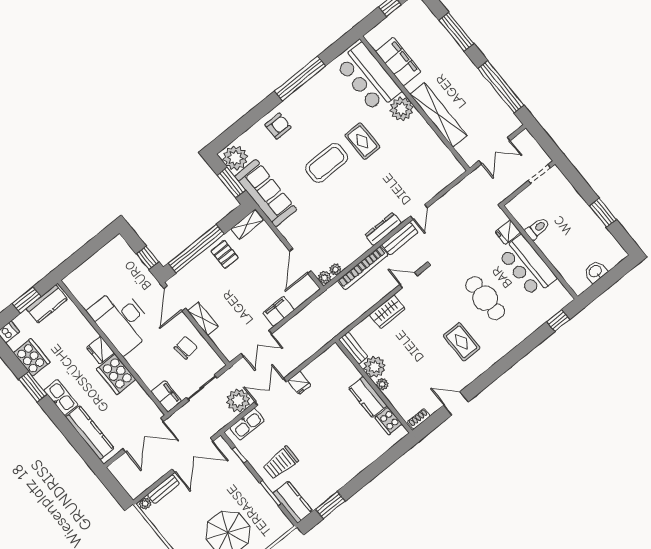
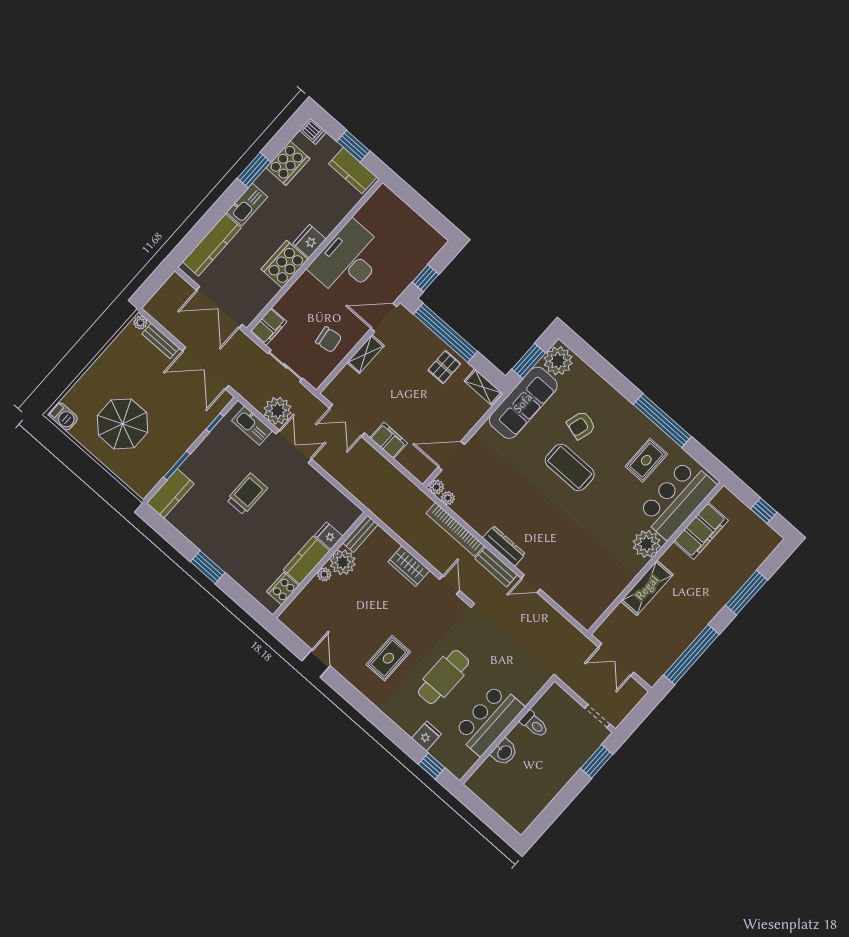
shelving: (438, 115) -> (647, 588), width x0.68
armchair: (278, 126) -> (581, 425), moved, turned 106
rug: (362, 141) -> (646, 460), moved
window: (603, 213) -> (597, 761), moved
fridge: (508, 232) -> (426, 736), moved, turned 90
washbasin: (595, 272) -> (504, 752), moved, turned 90
fridge: (299, 383) -> (329, 536), moved, turned 90
shoe rack: (419, 419) -> (291, 623), removed
trolley: (280, 463) -> (247, 494), moved, turned 90
window: (330, 505) -> (208, 567), moved

